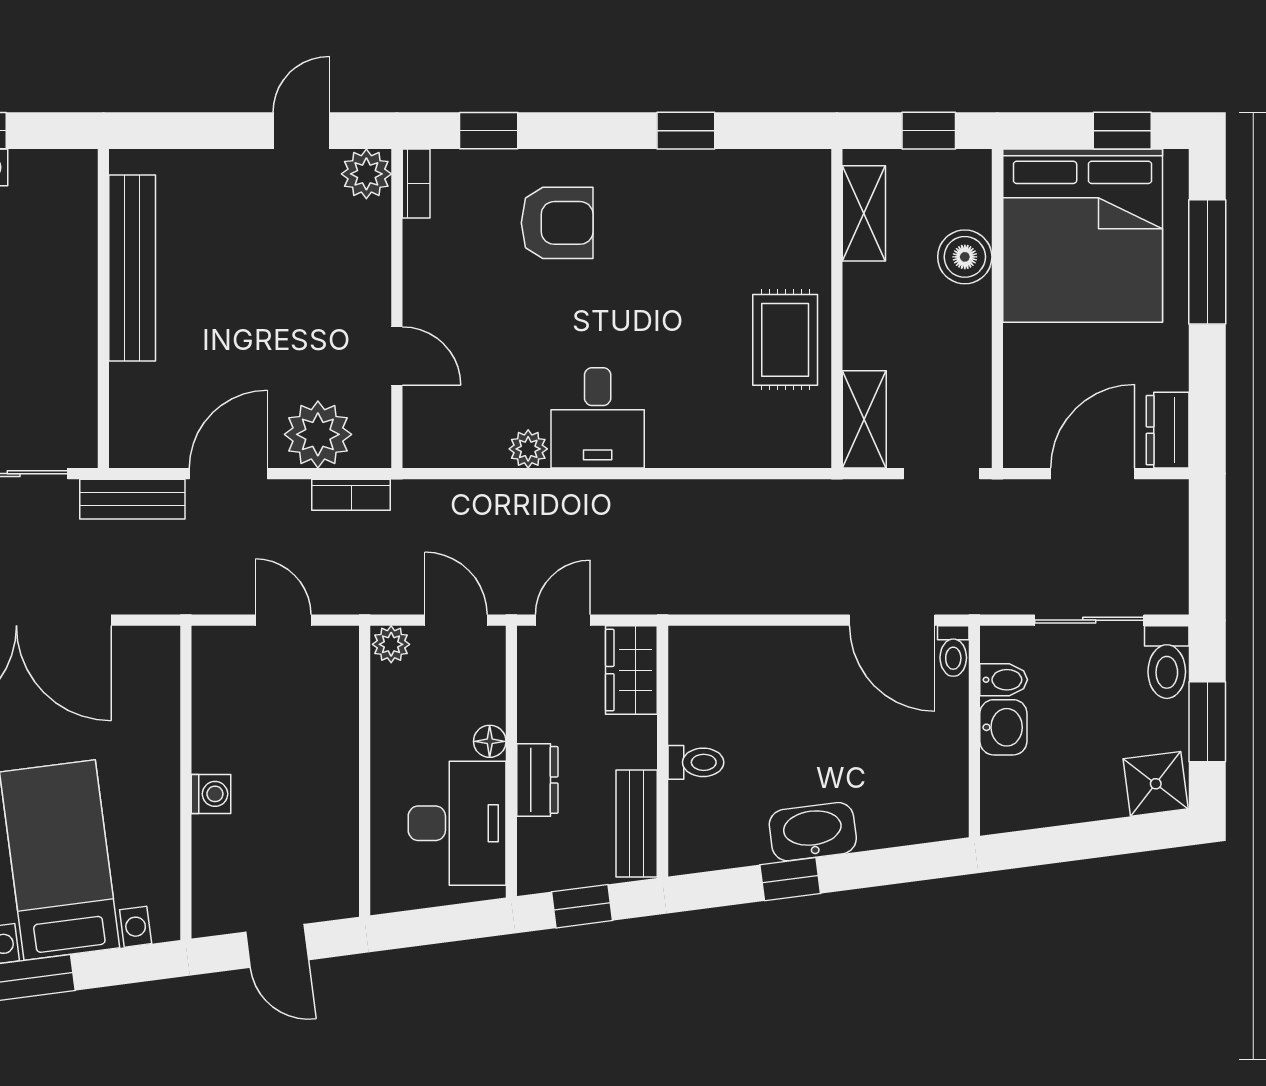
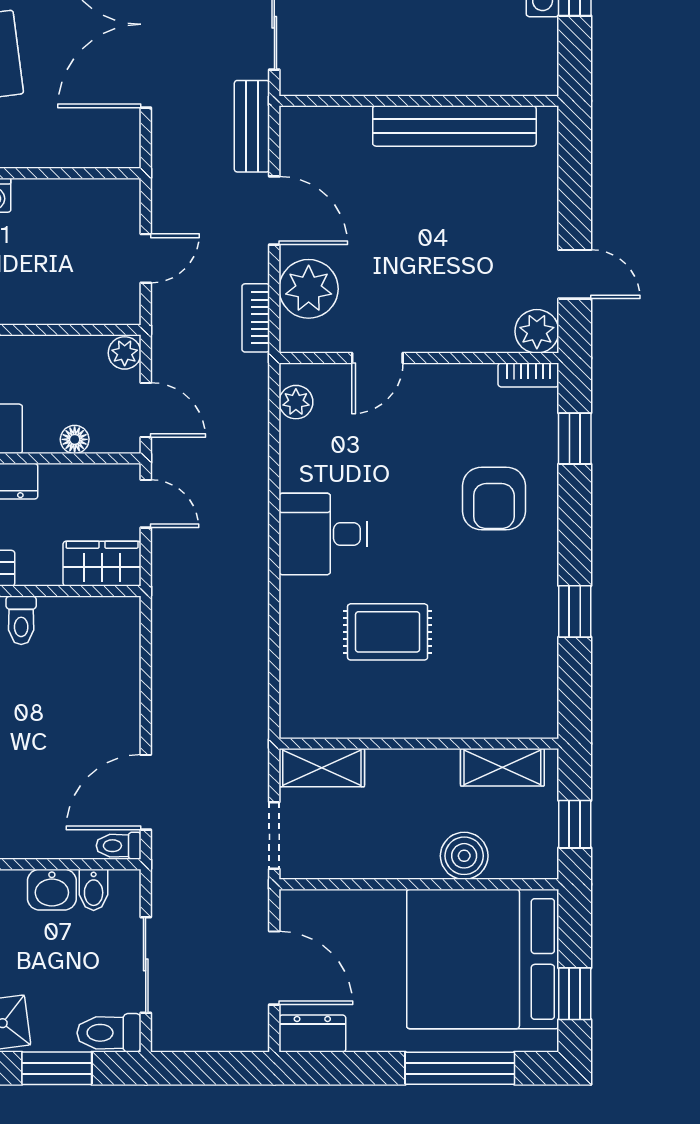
rug: (785, 340) -> (388, 632), moved
plant: (528, 449) -> (296, 402), moved
door: (456, 620) -> (146, 410), hinge flipped
floor lamp: (490, 741) -> (75, 439), moved

